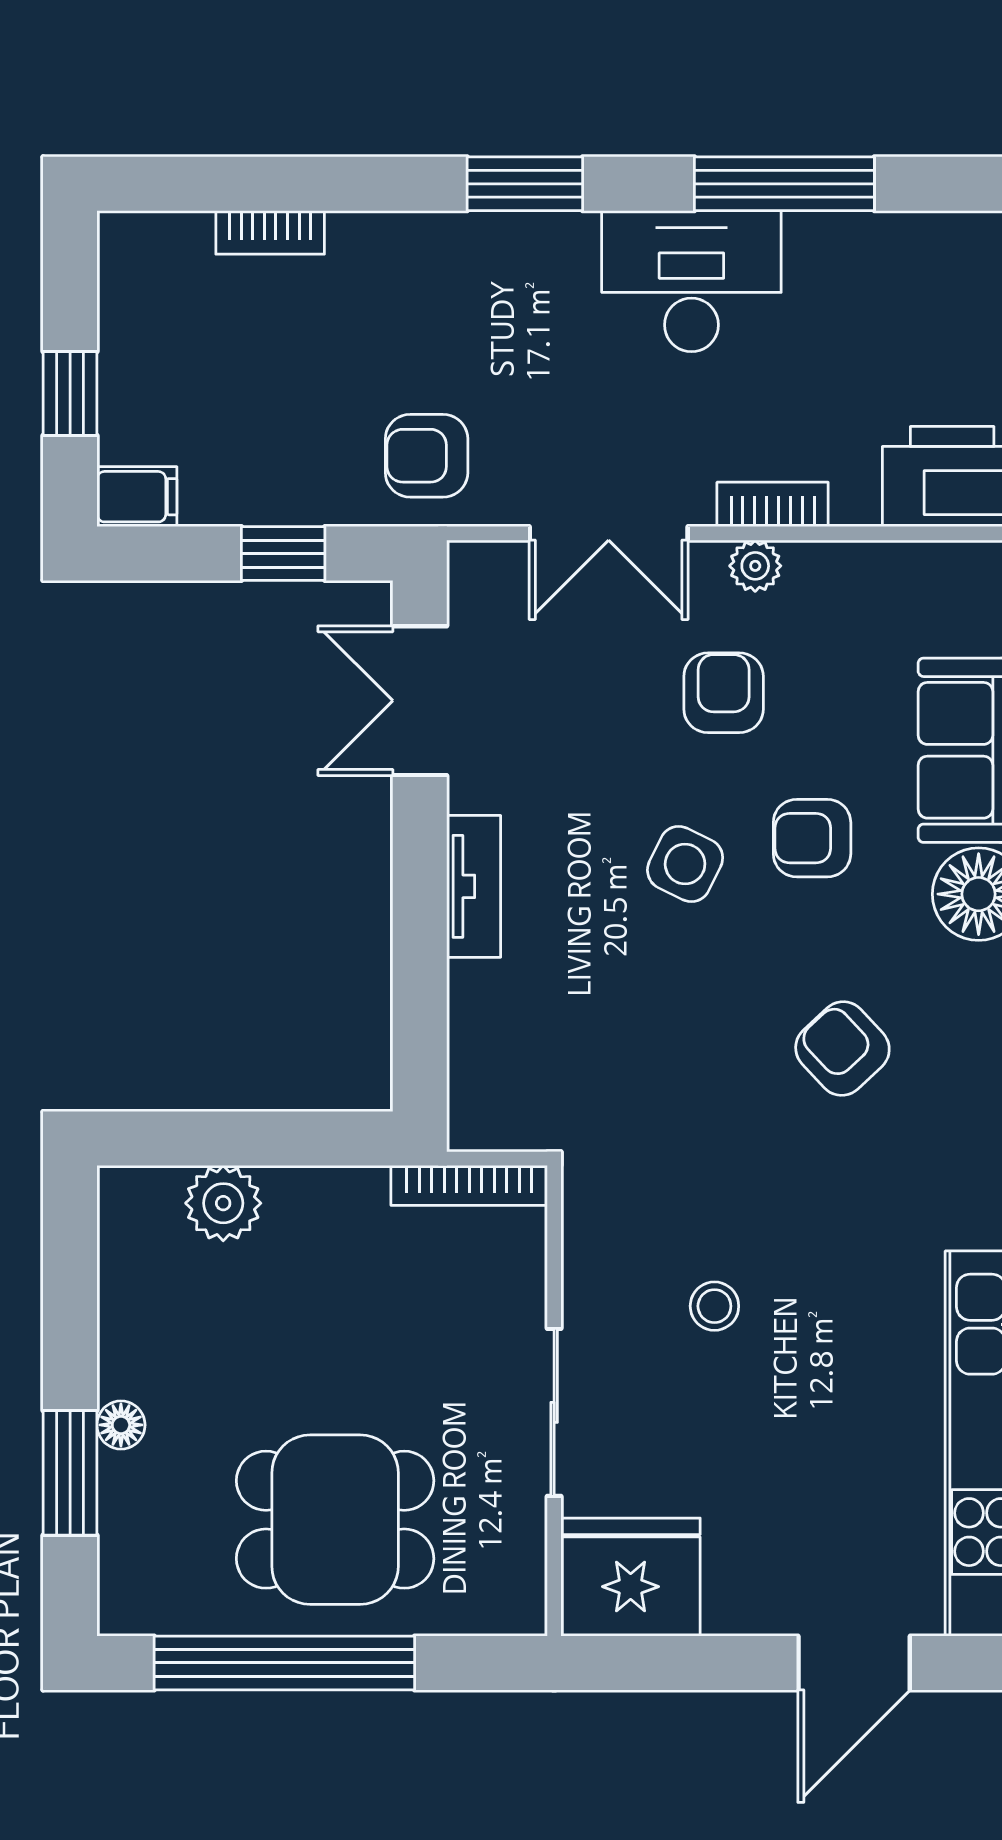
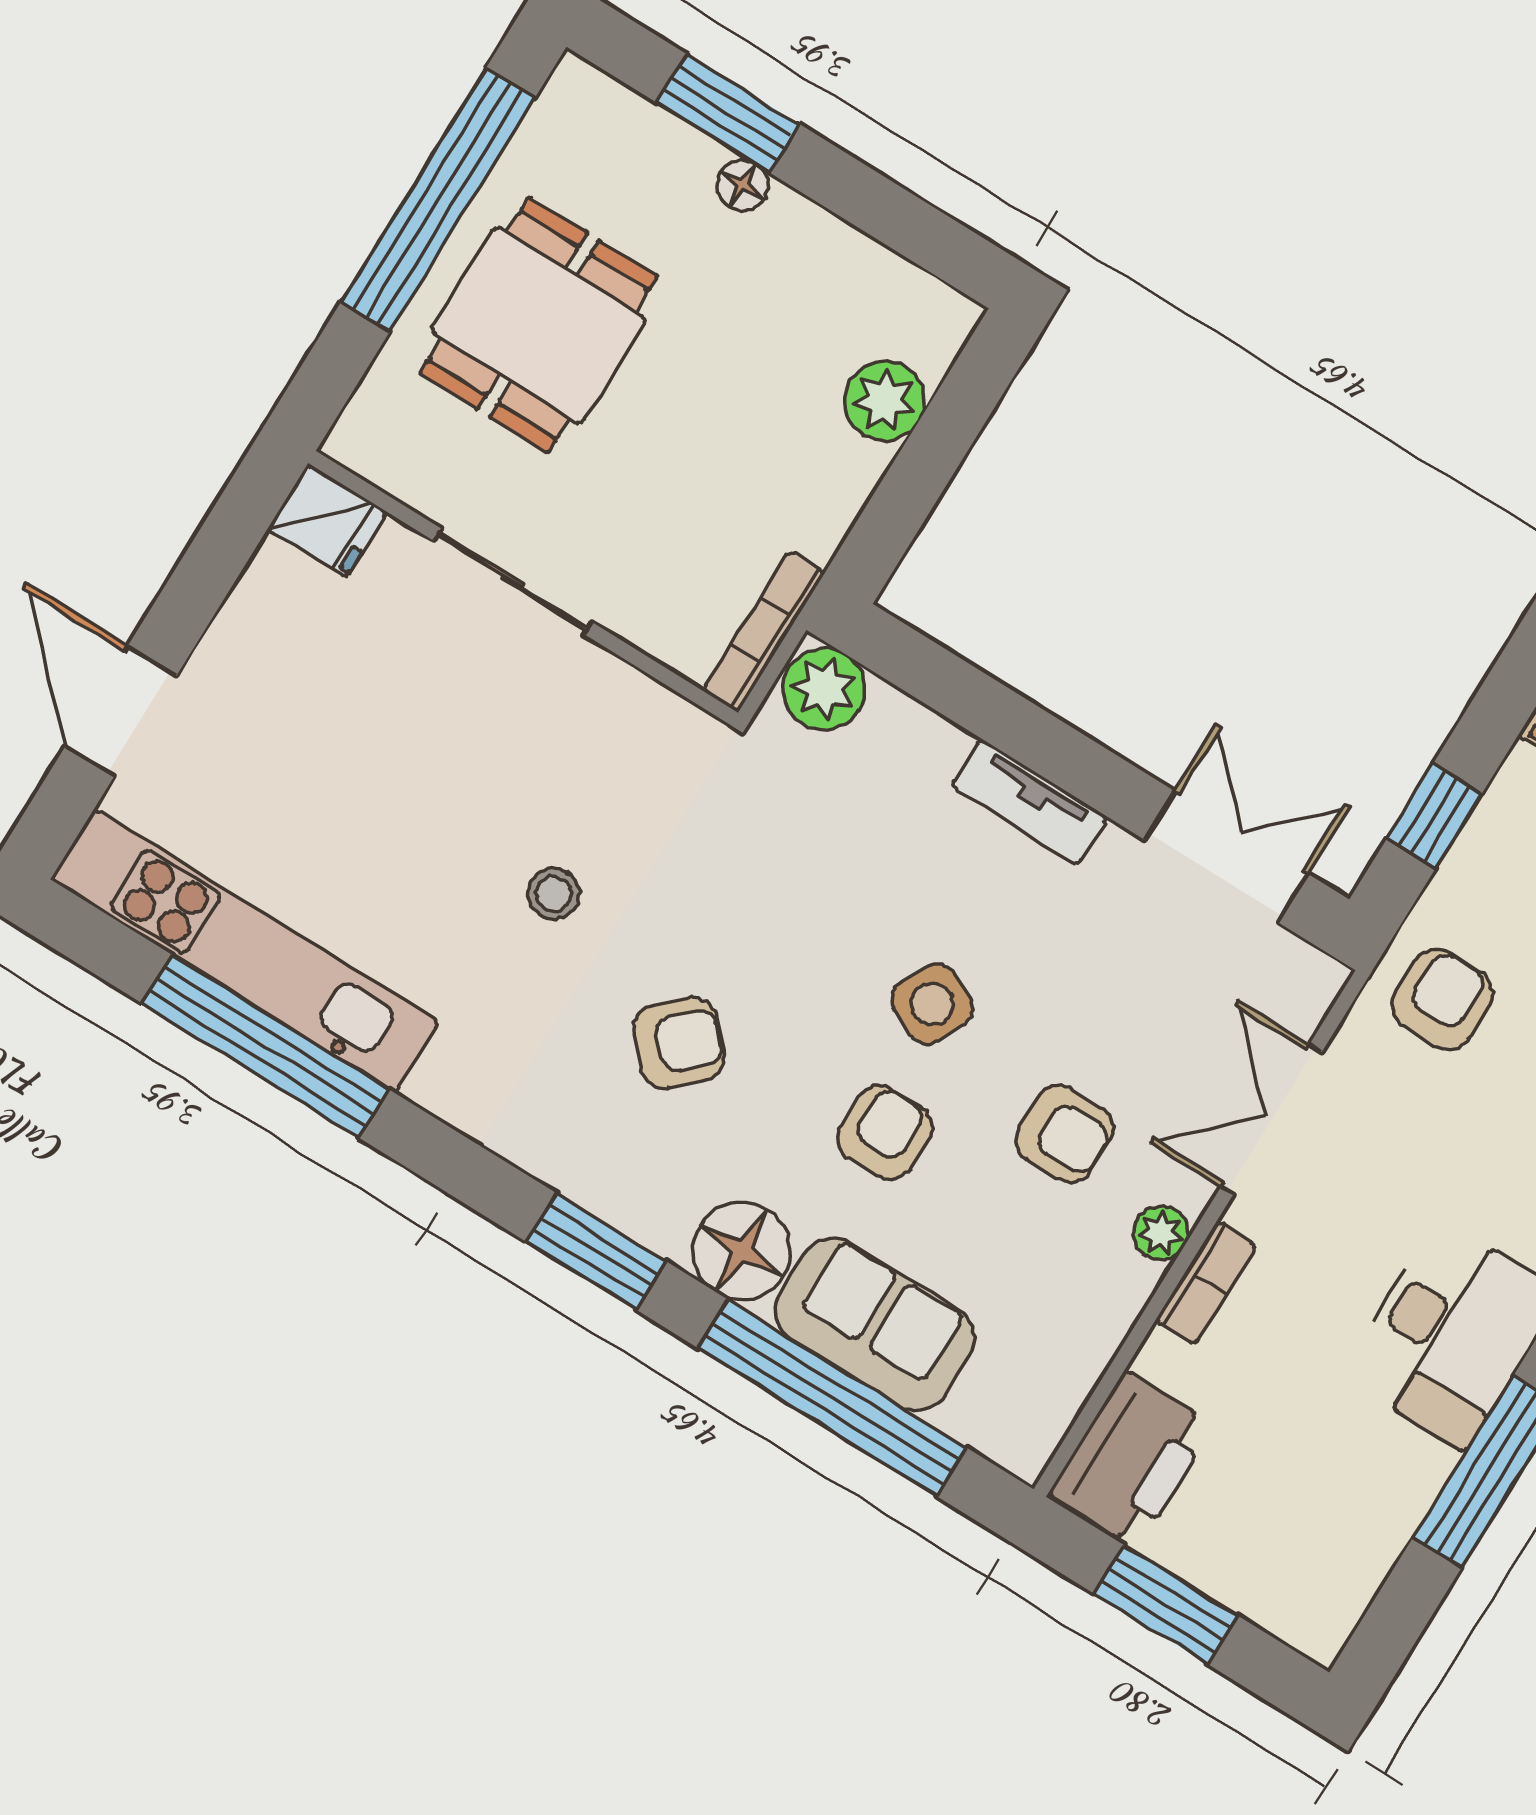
plant: (485, 1108) -> (824, 689), added
stool: (714, 1306) -> (554, 894), moved
fridge: (631, 1577) -> (327, 521), width x0.53, depth x0.75

